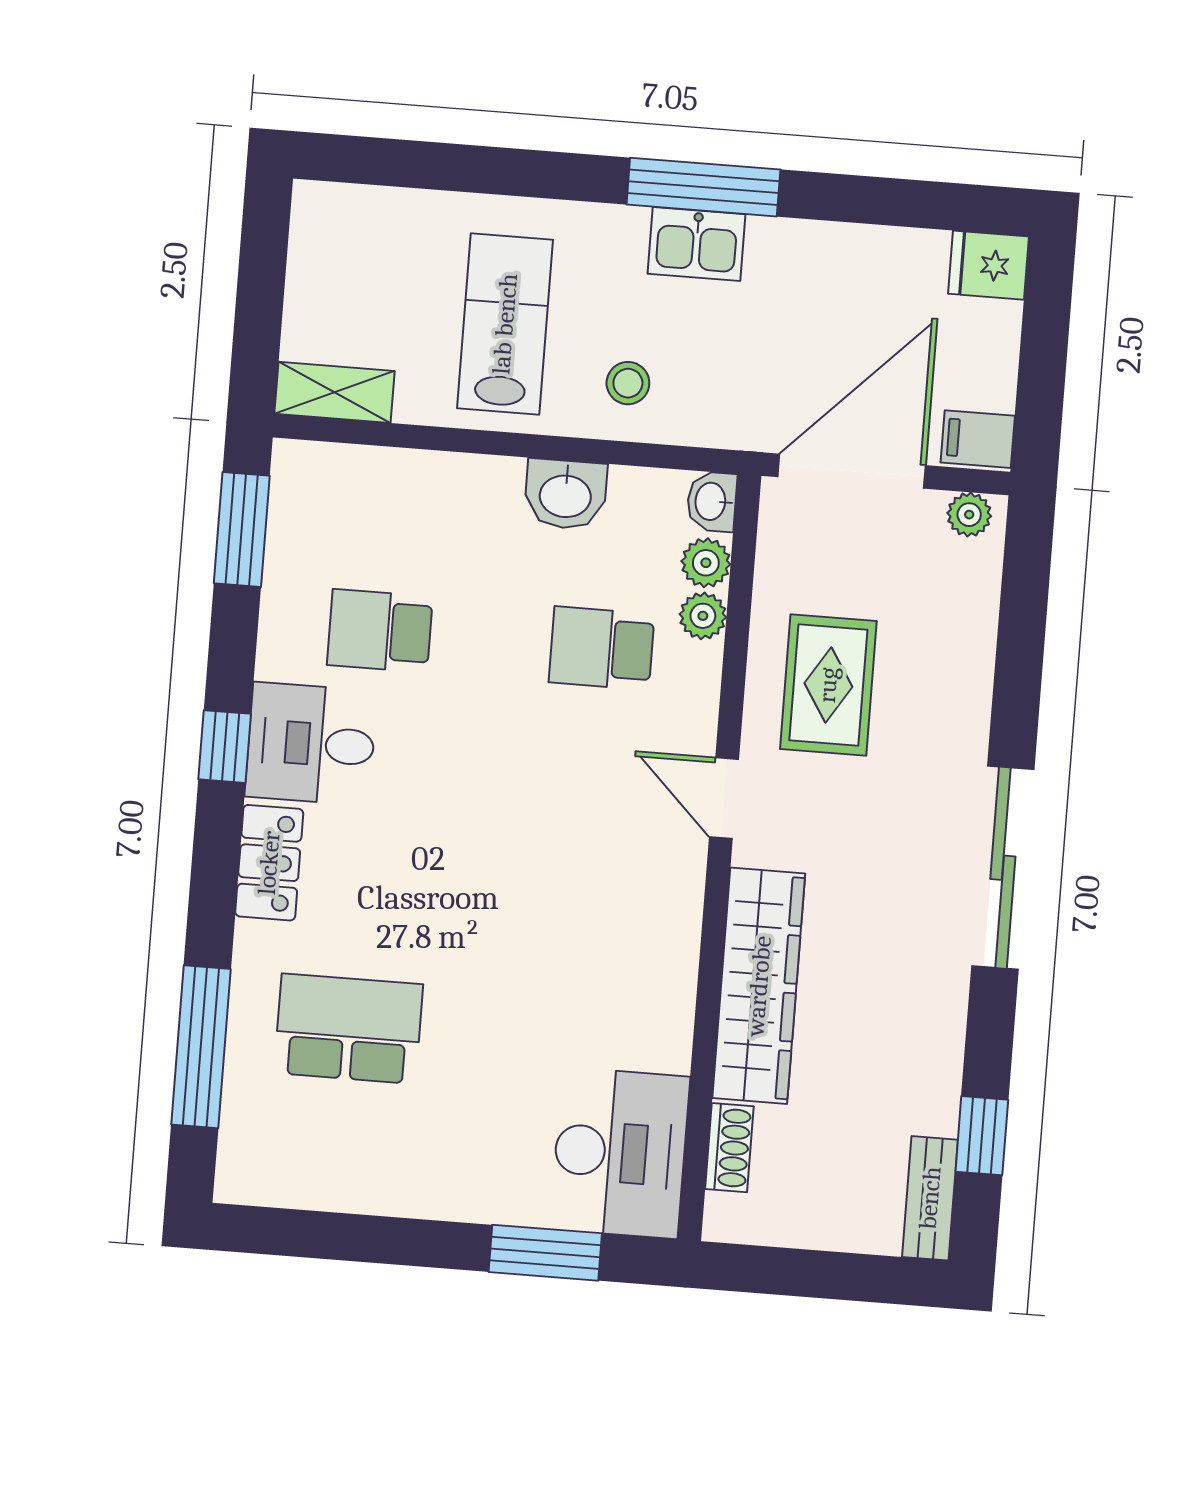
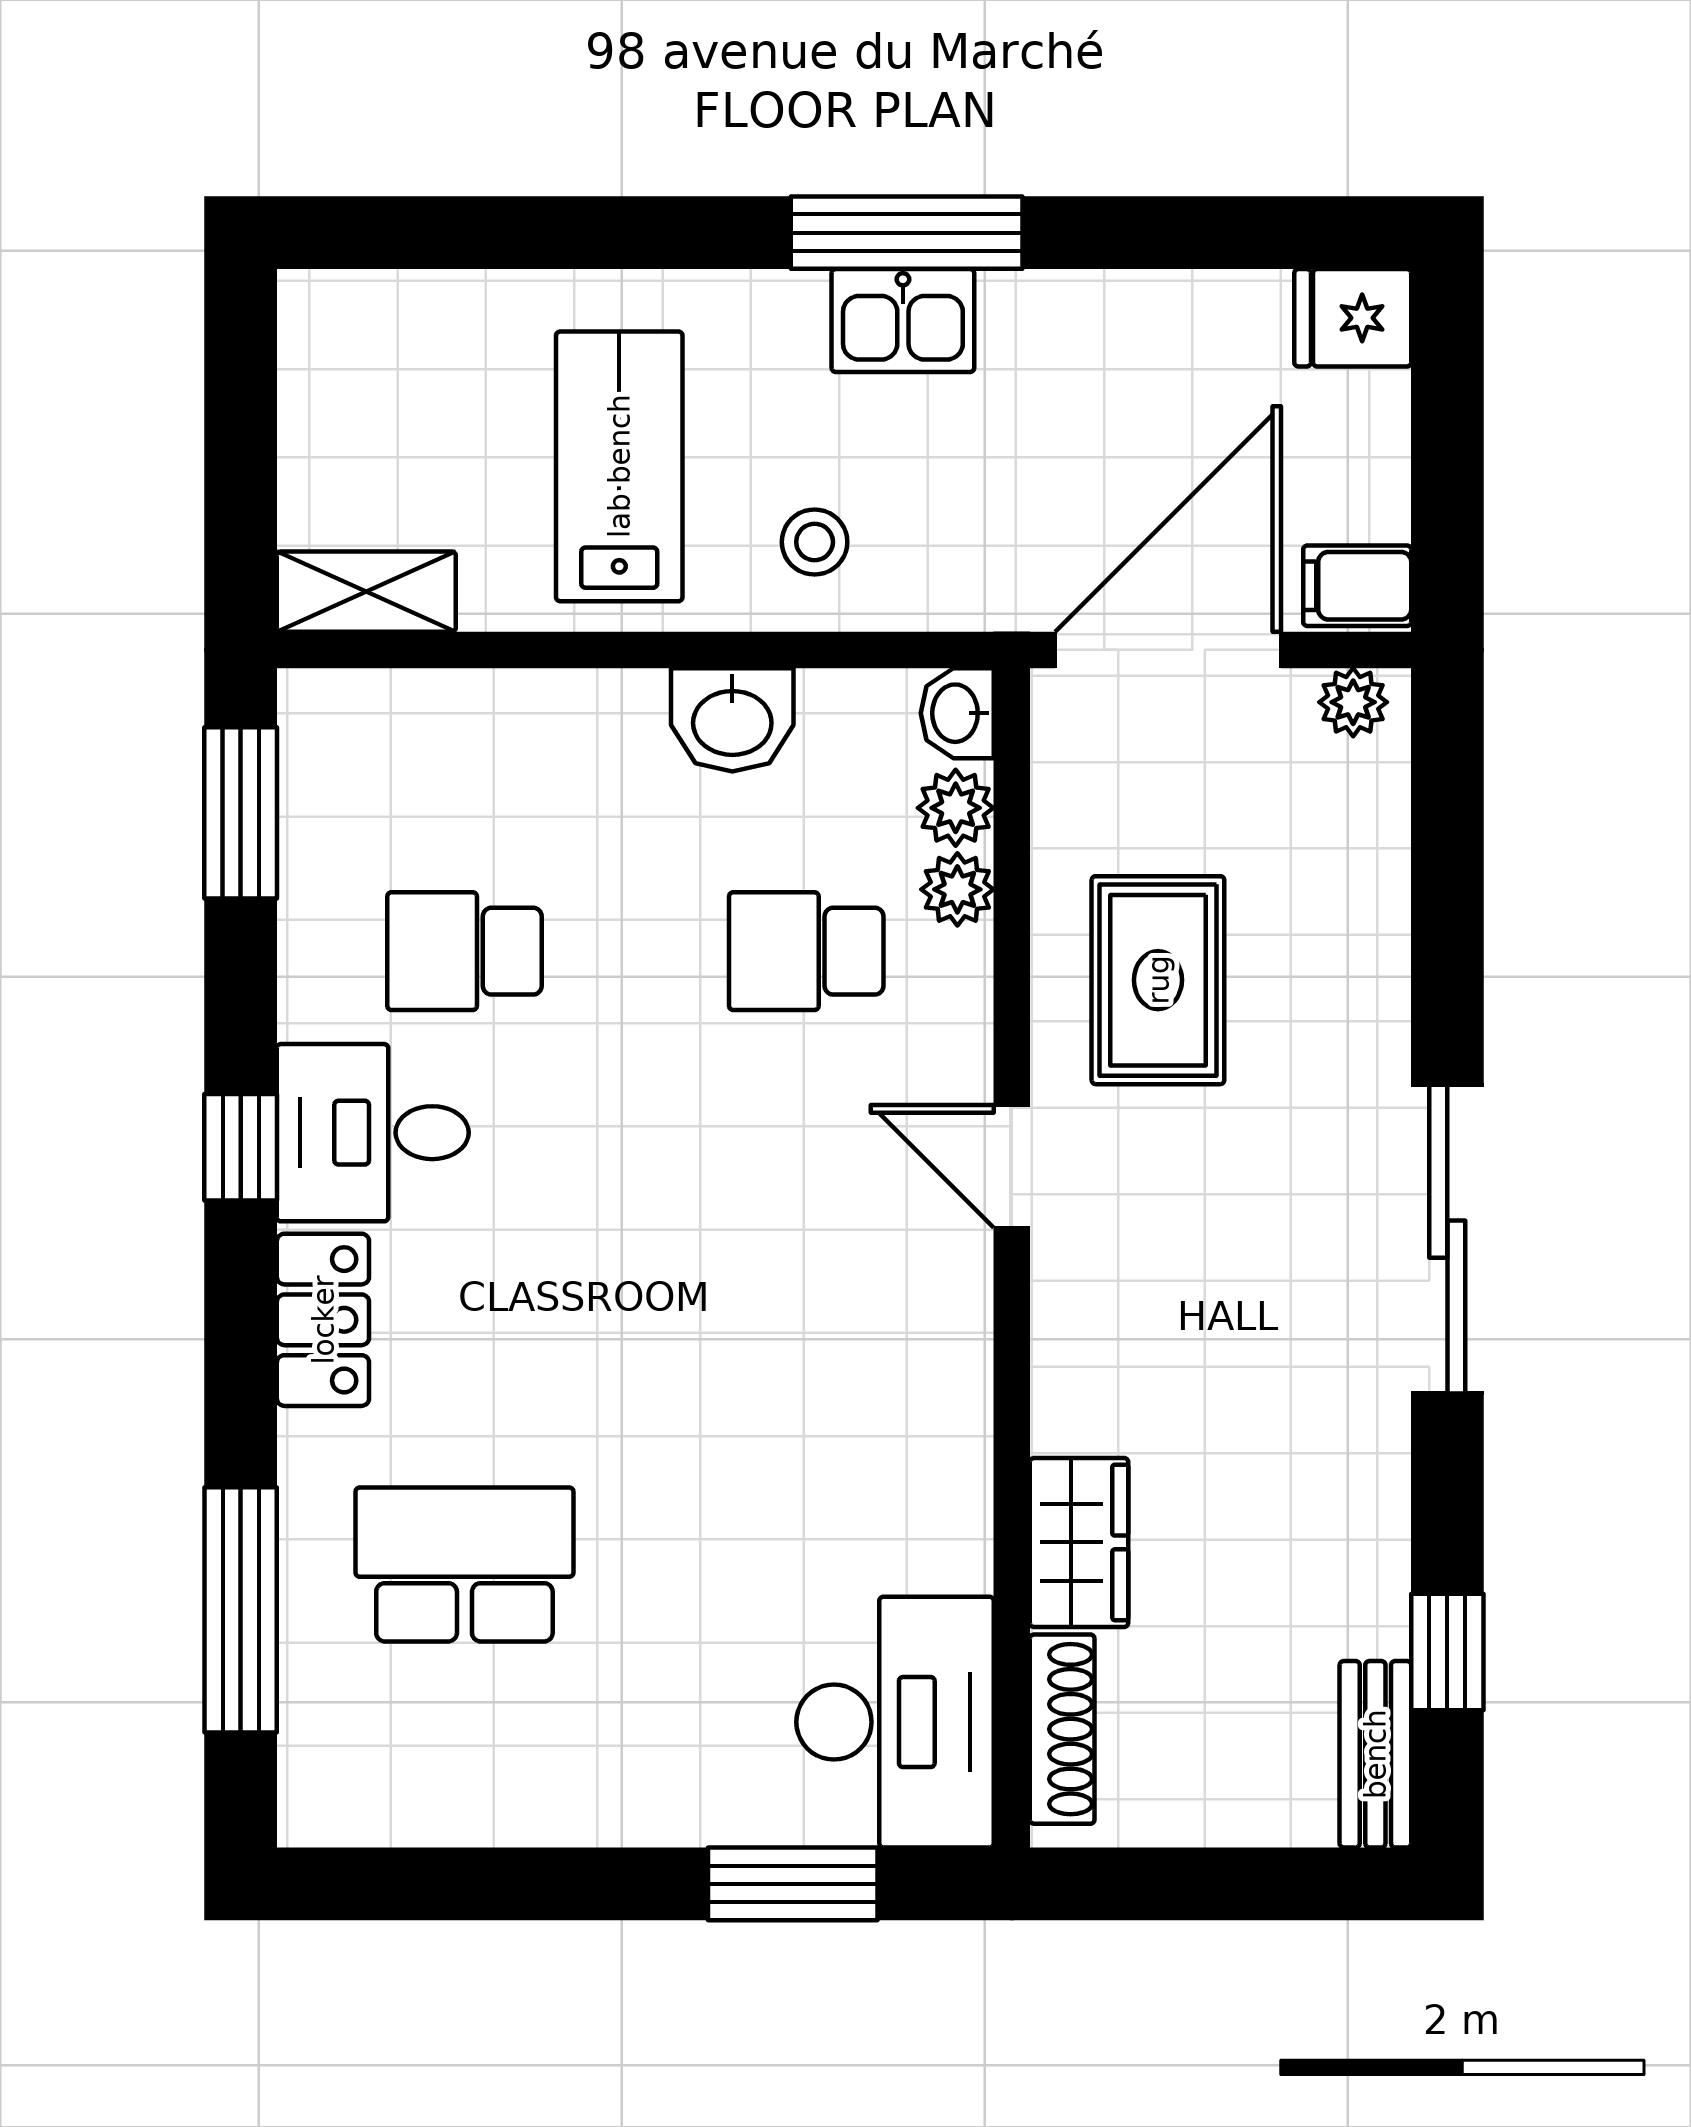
wardrobe: (759, 986) -> (1079, 1542), width x0.48, depth x0.85
shoe rack: (729, 1148) -> (1062, 1729), width x1.43

